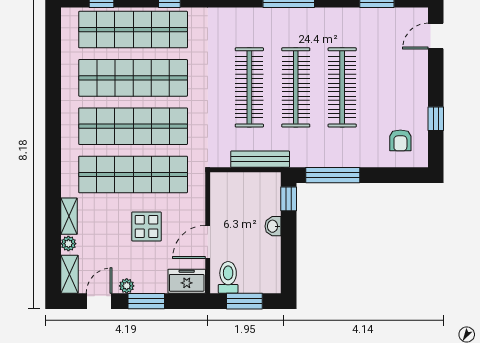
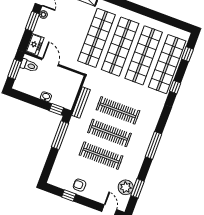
plant: (383, 22) -> (126, 187), added
armchair: (400, 140) -> (80, 185), moved
display table: (147, 226) -> (69, 35), removed

